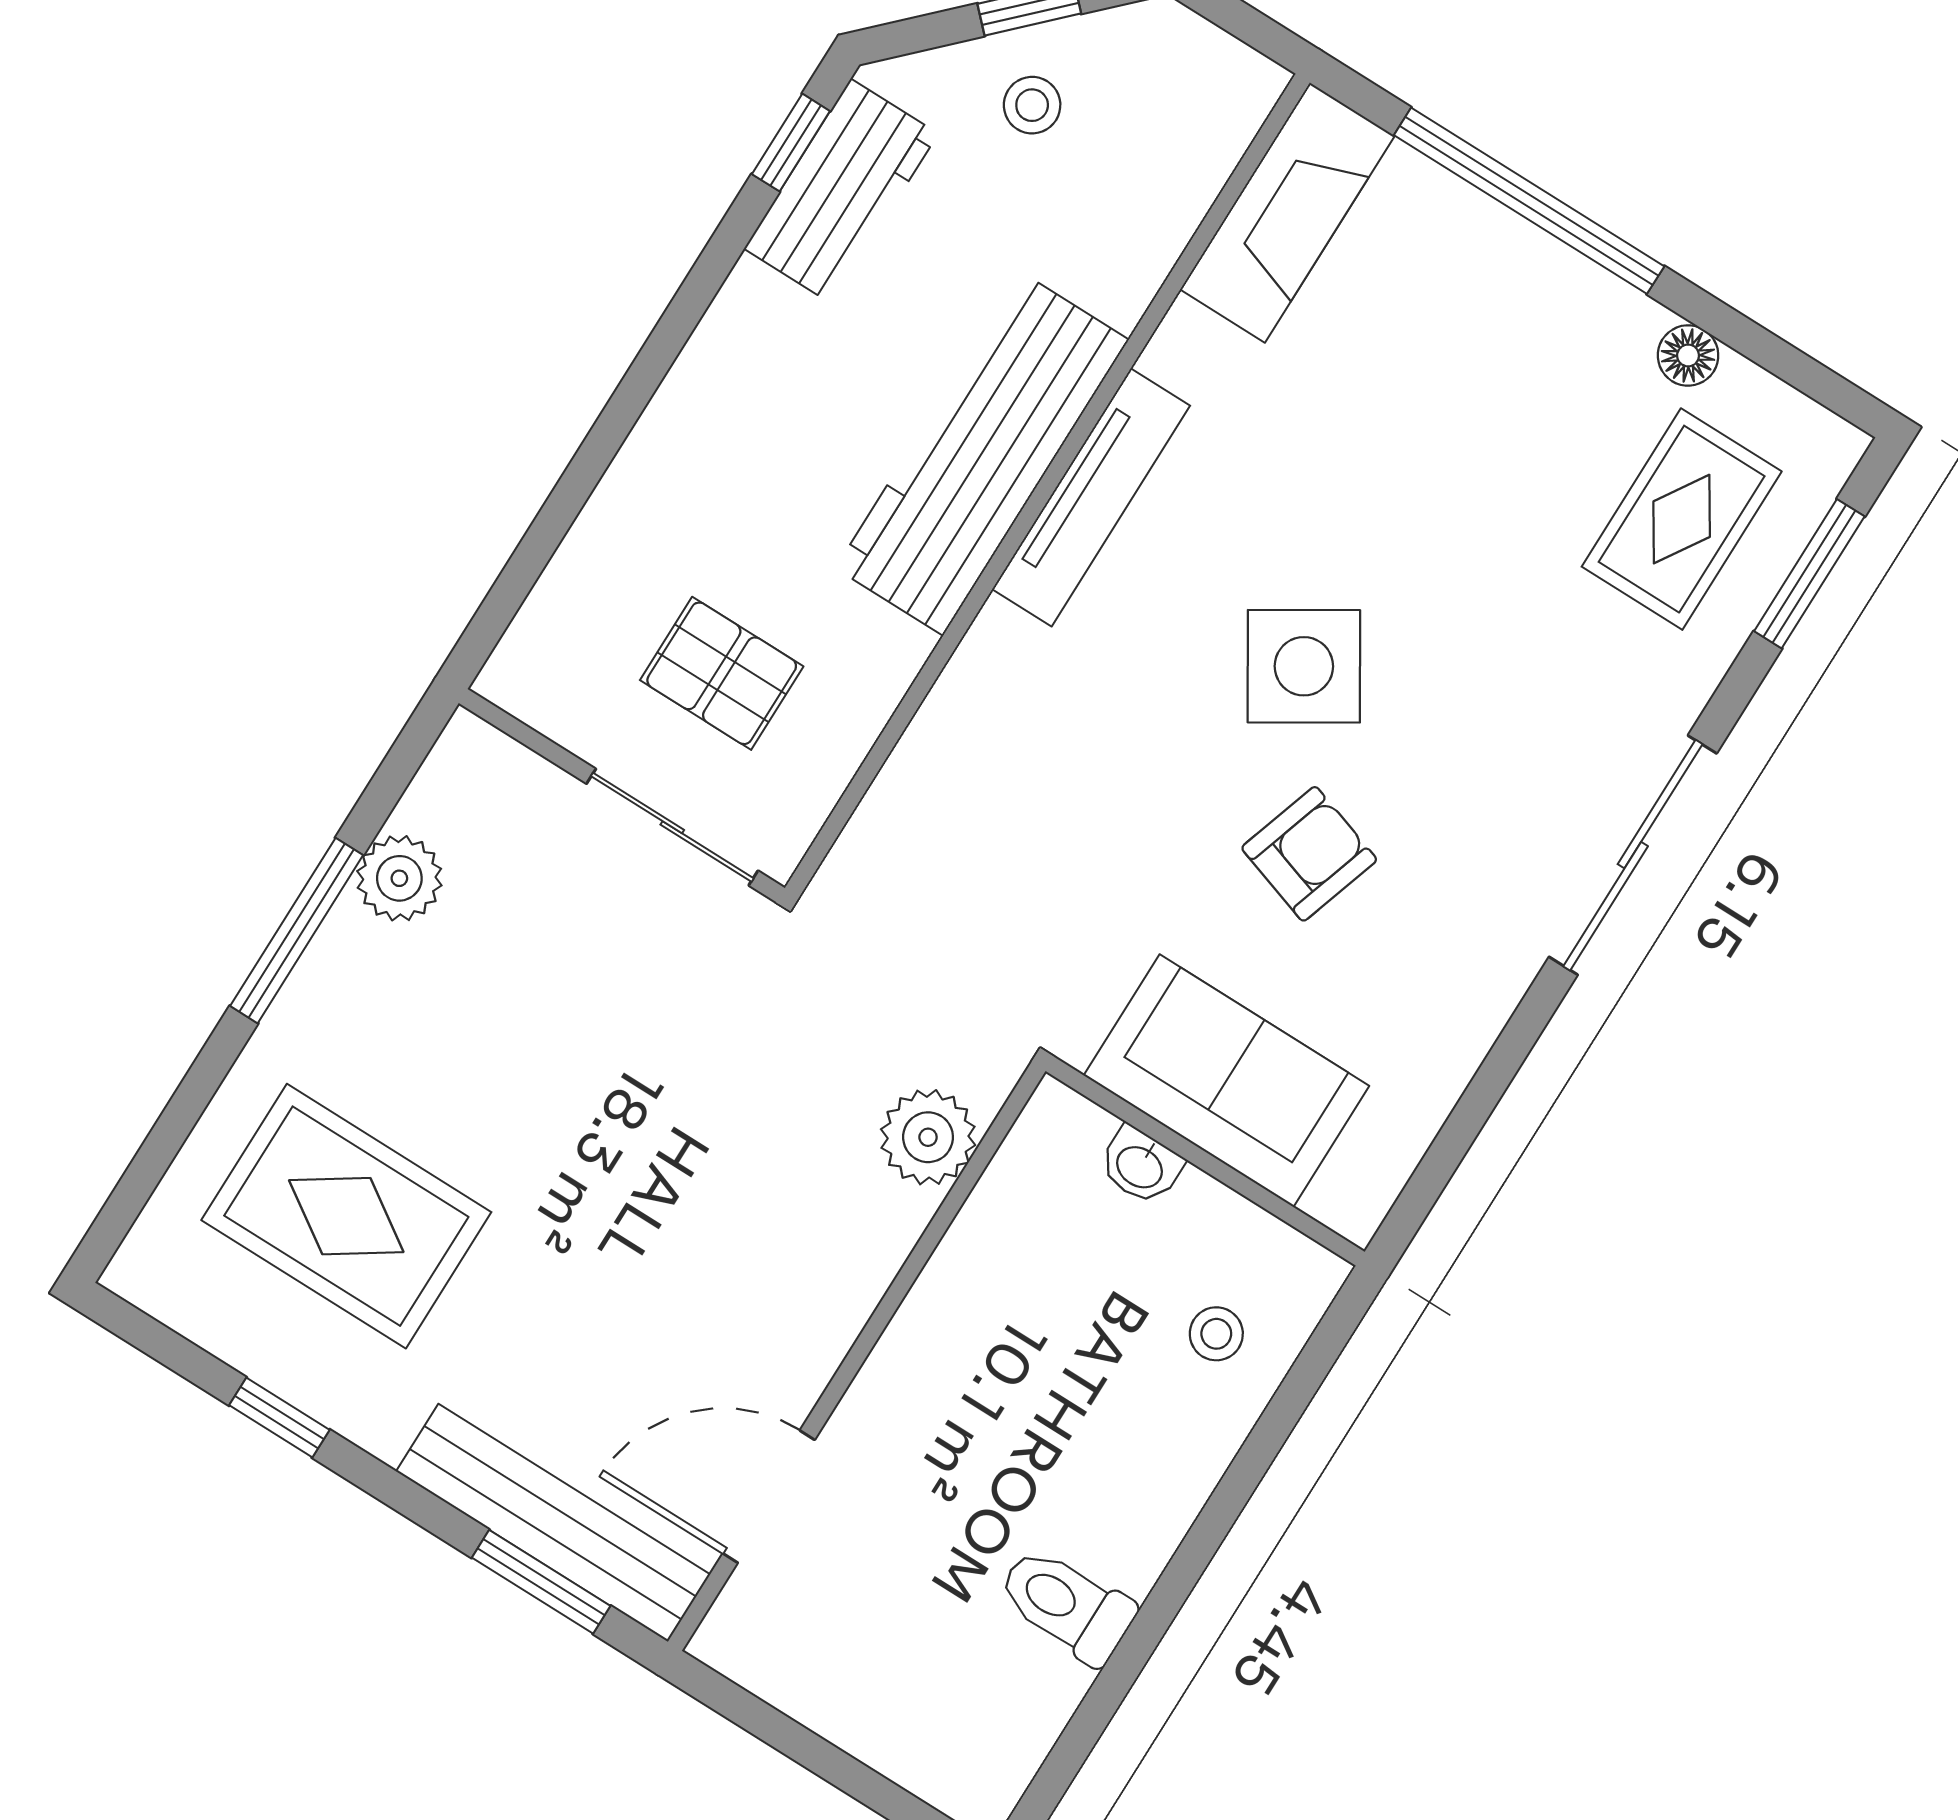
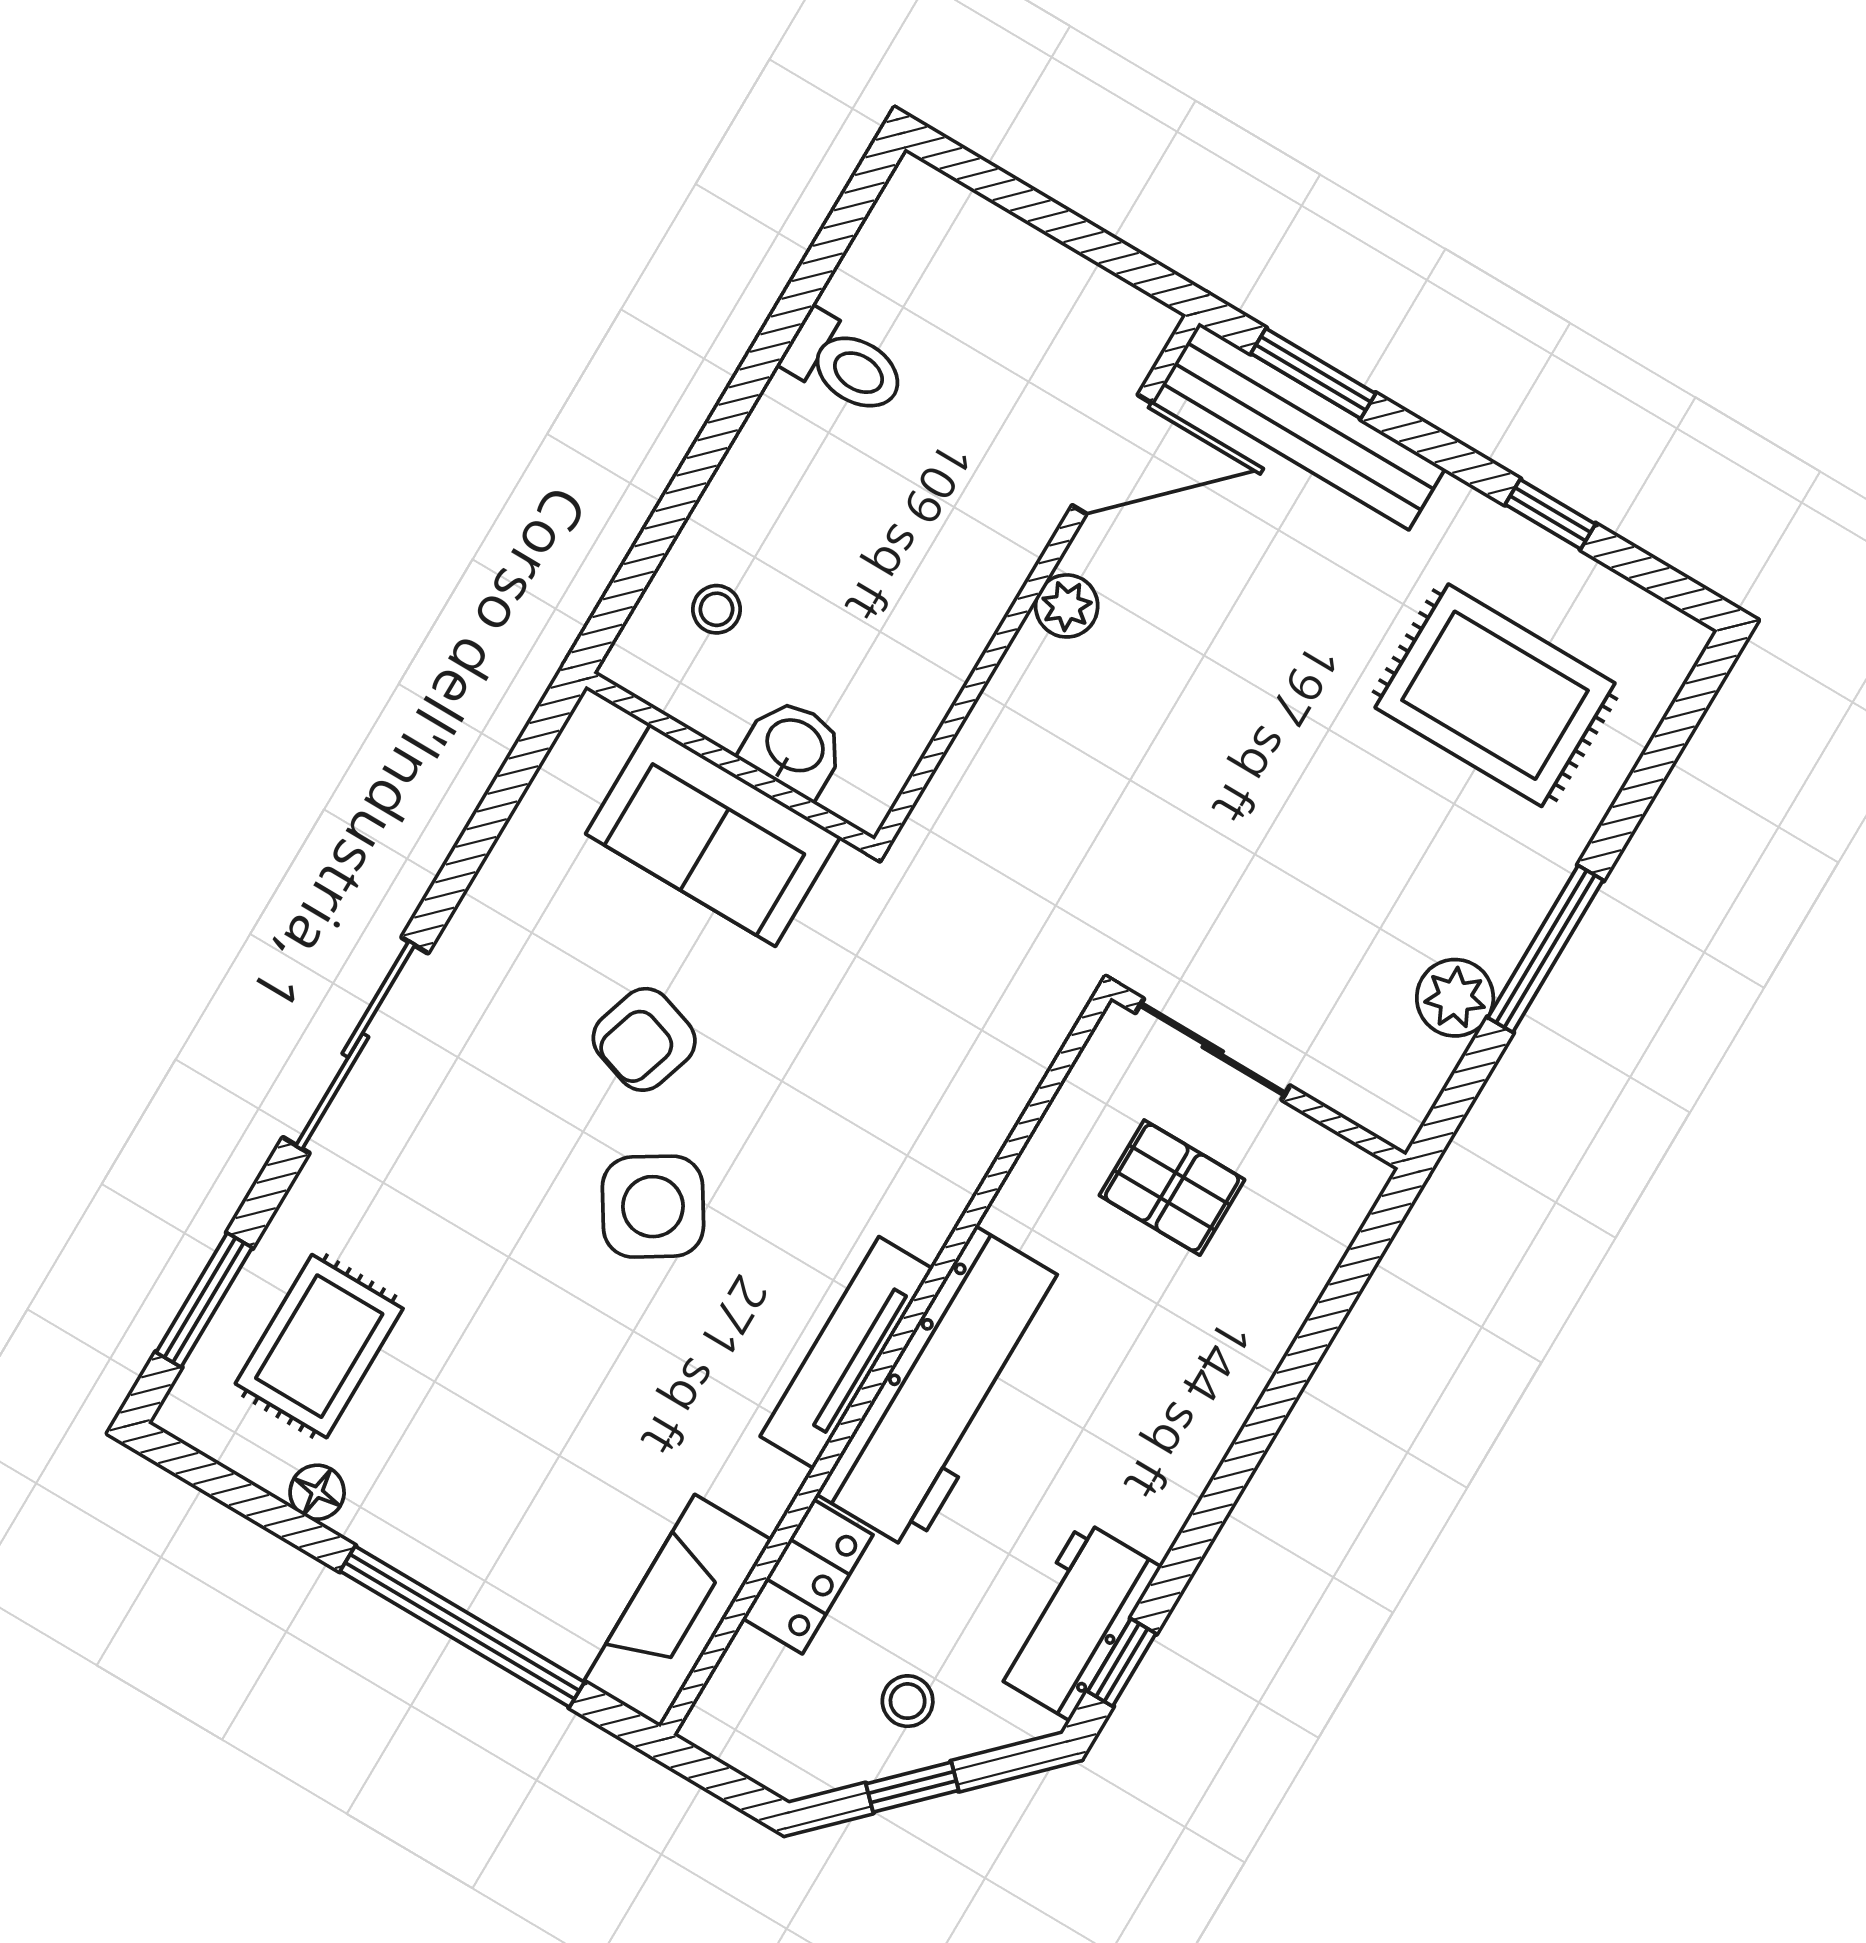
locker: (1141, 247) -> (808, 1577), added
plant: (928, 1137) -> (1067, 606), moved, width x0.73, depth x0.73
washbasin: (1140, 1166) -> (794, 747), width x1.38, depth x1.45

